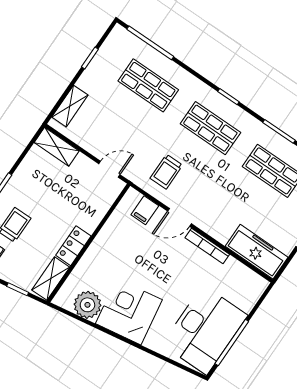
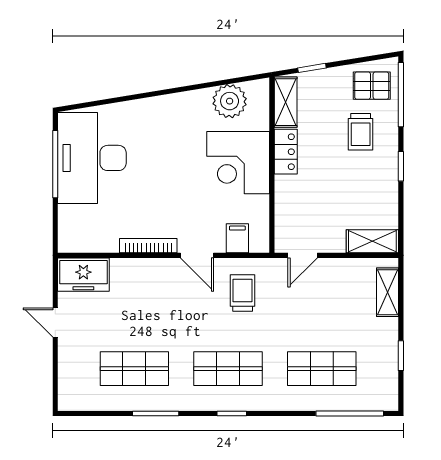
door: (179, 217) -> (197, 255), swing flipped
freezer: (257, 252) -> (83, 275), width x0.71
corner desk: (129, 312) -> (238, 163), moved, turned 99

